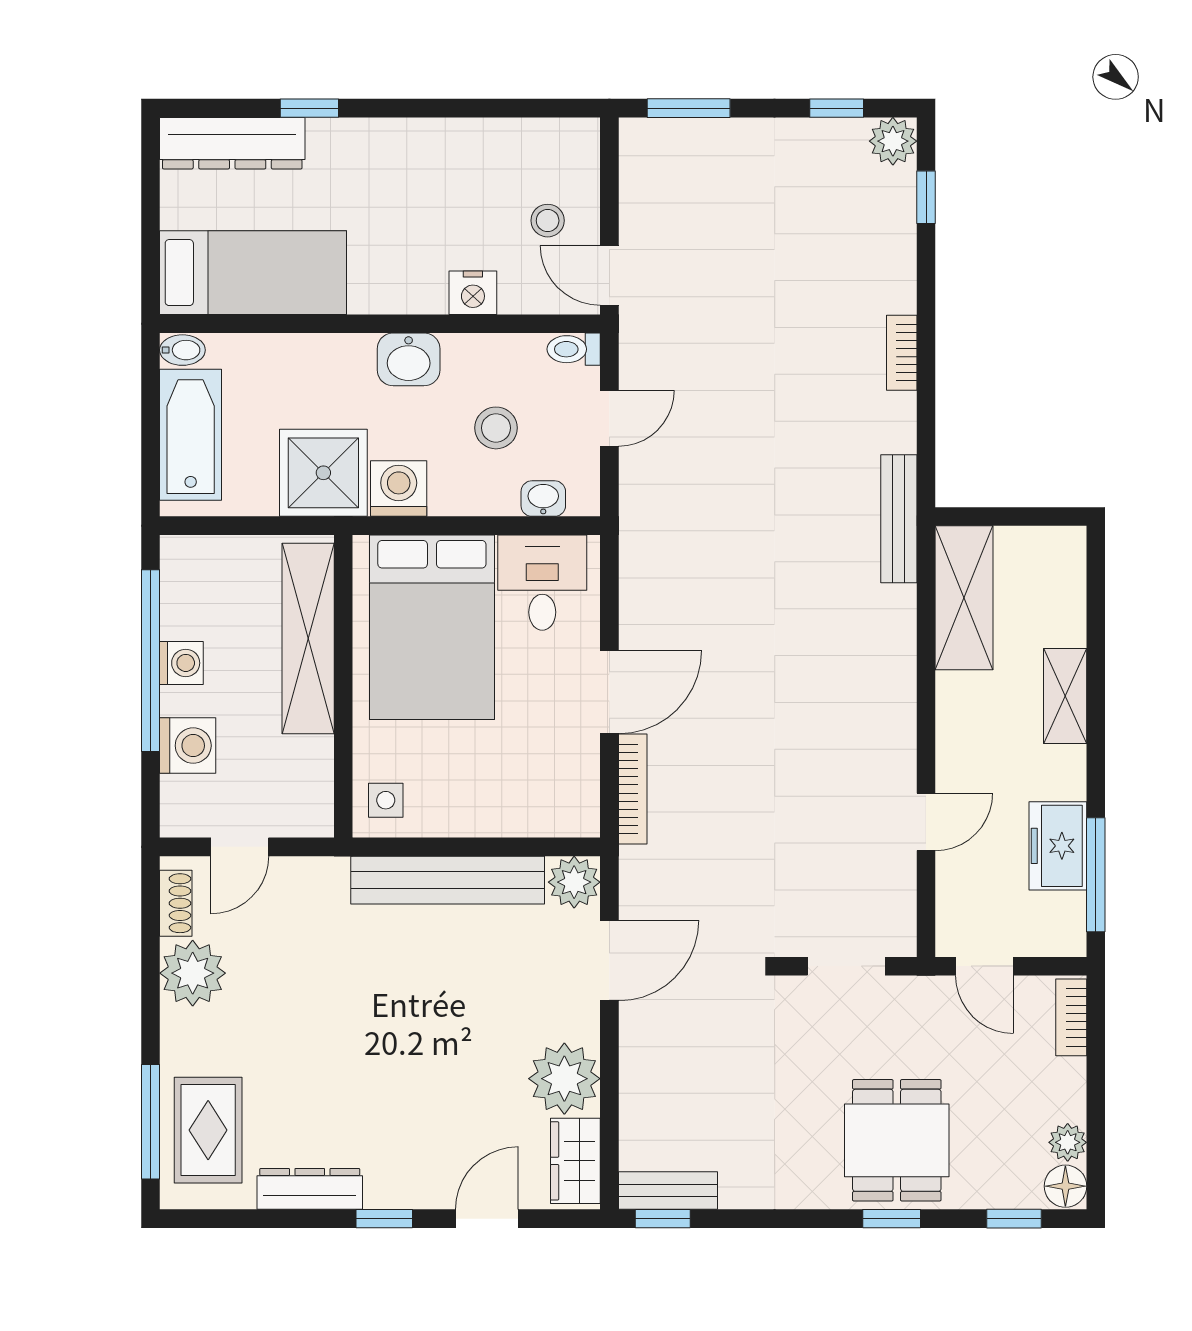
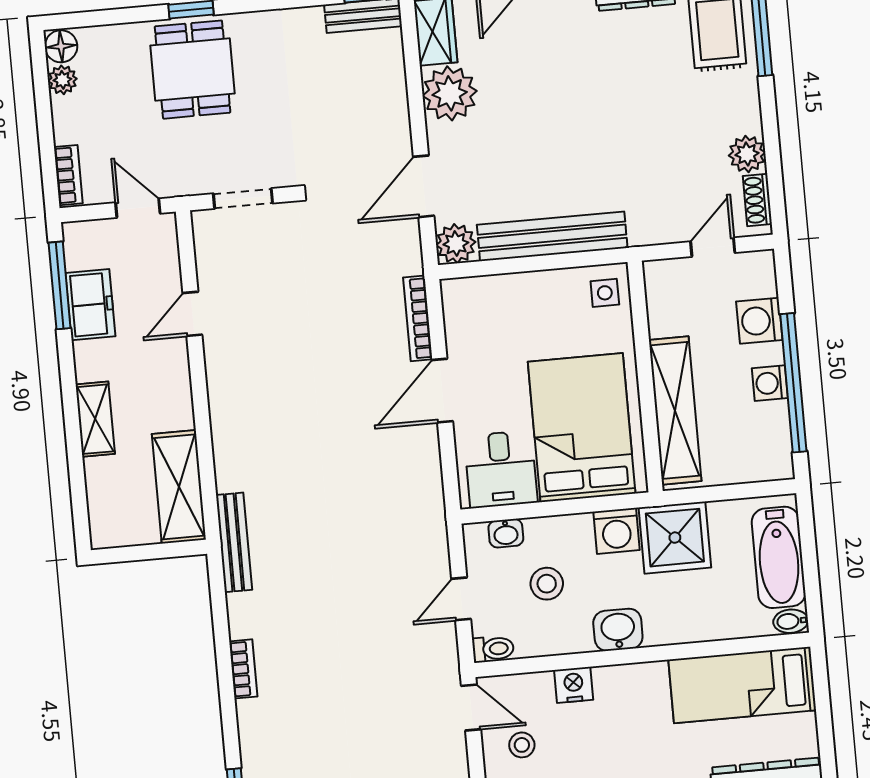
plant: (193, 973) -> (747, 154), width x0.73, depth x0.73
window: (1014, 1219) -> (98, 18), removed

